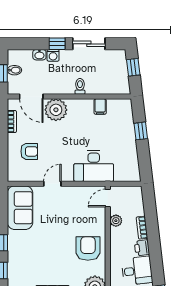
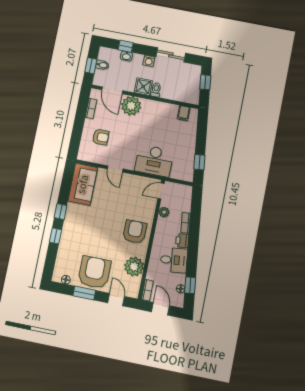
window: (57, 44) -> (126, 46), moved
washing machine: (53, 55) -> (149, 61), moved
shower: (65, 86) -> (143, 87), added
filing cabinet: (100, 107) -> (184, 113), moved
window: (141, 131) -> (199, 162), moved
door: (52, 184) -> (115, 169), swing flipped

